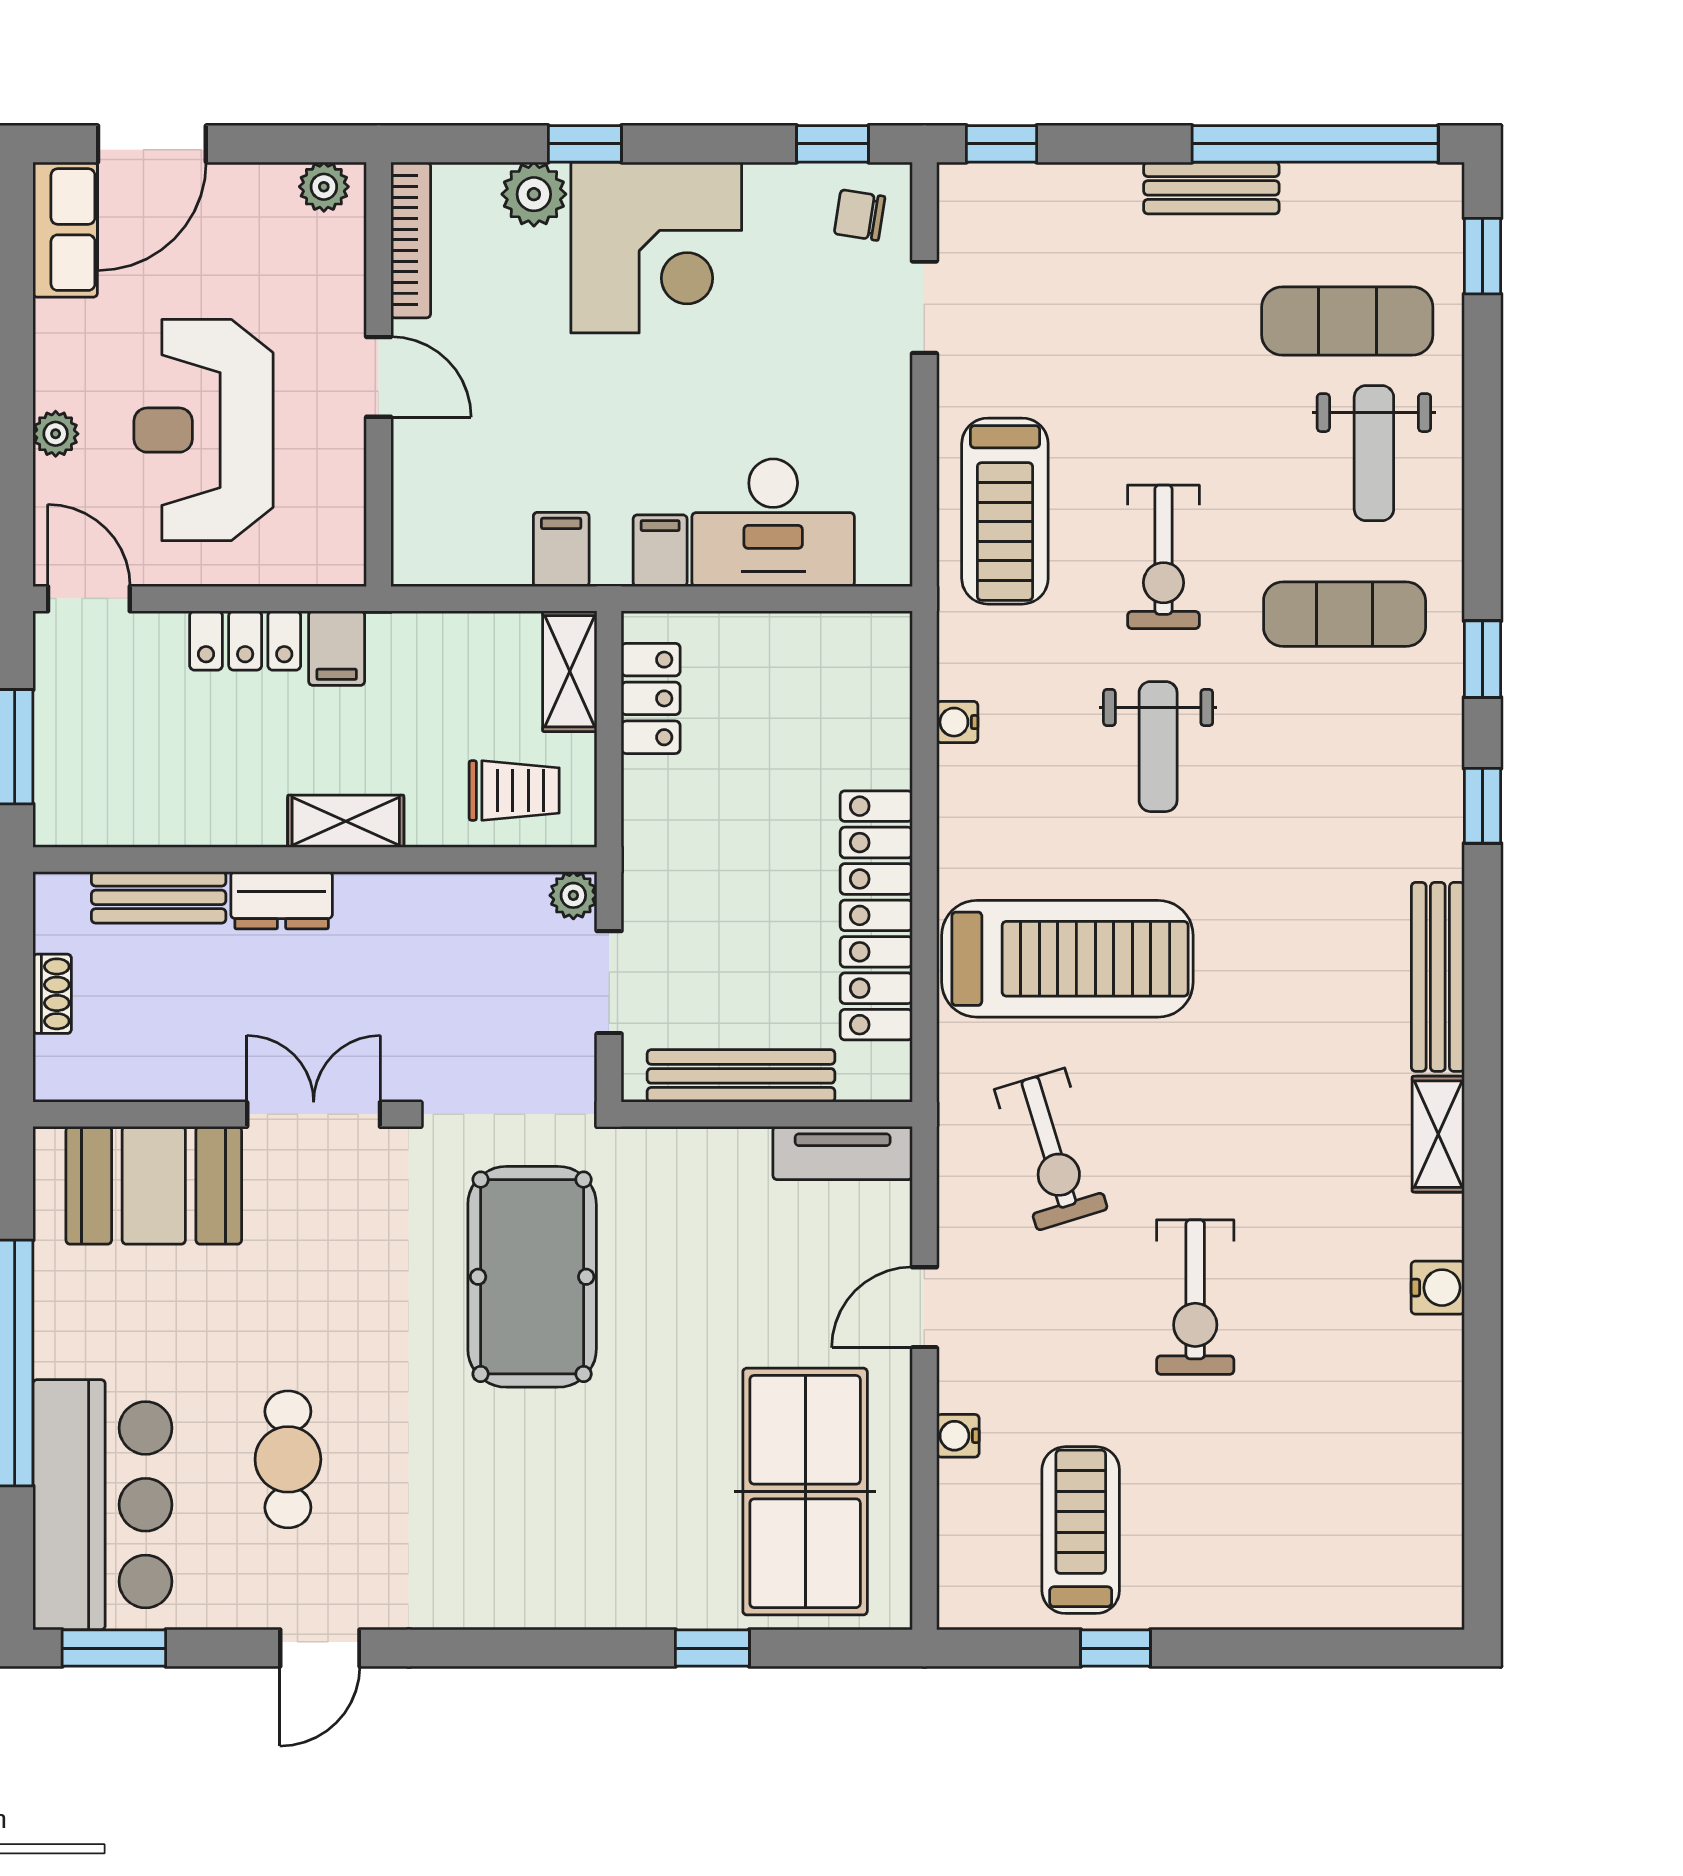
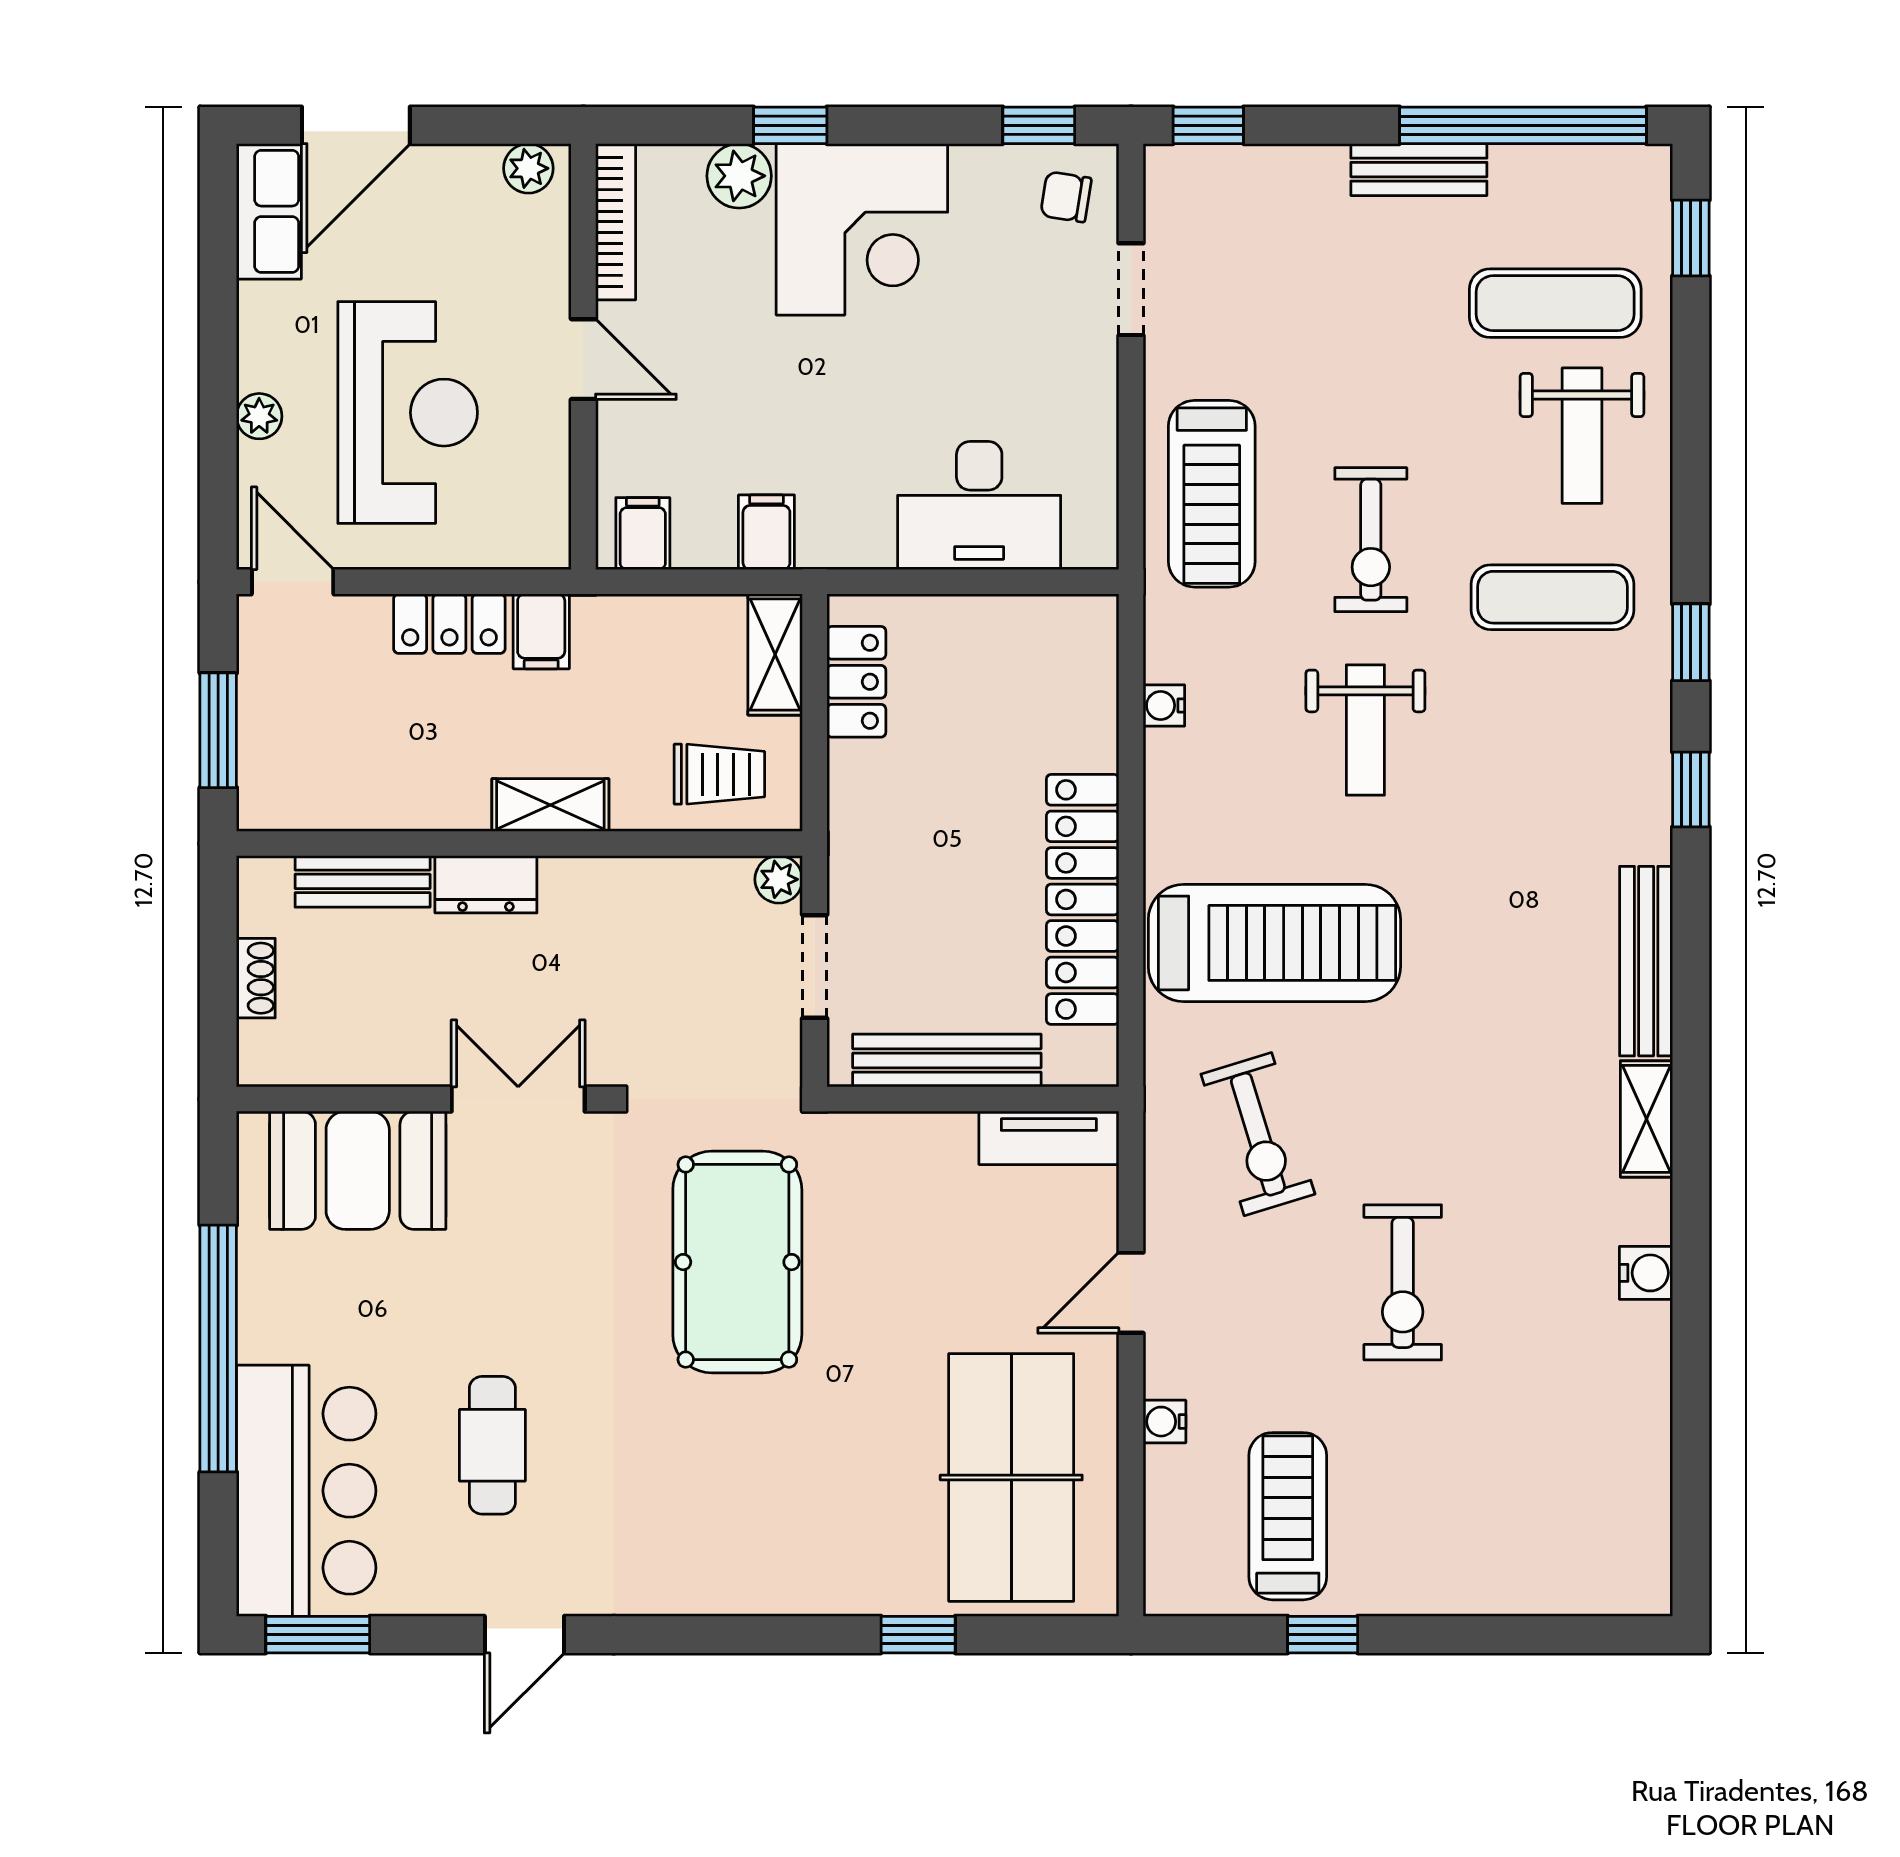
reception desk: (203, 430) -> (408, 413), turned 180
filing cabinet: (660, 551) -> (643, 534), moved

